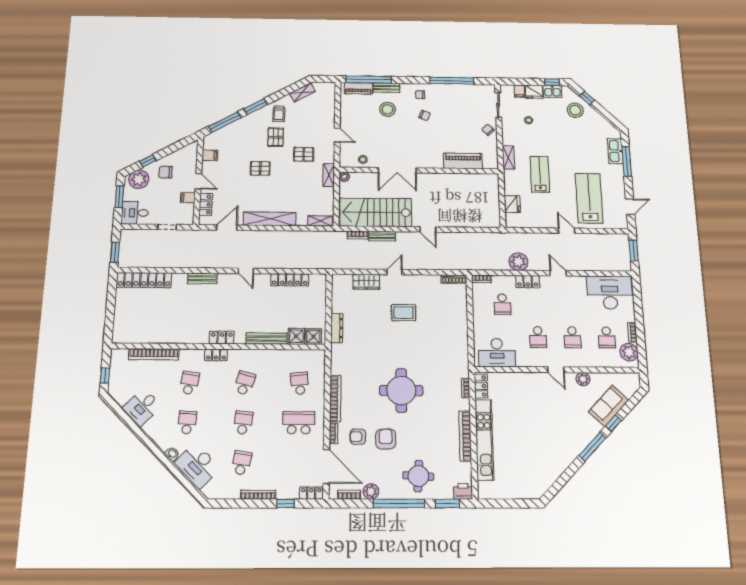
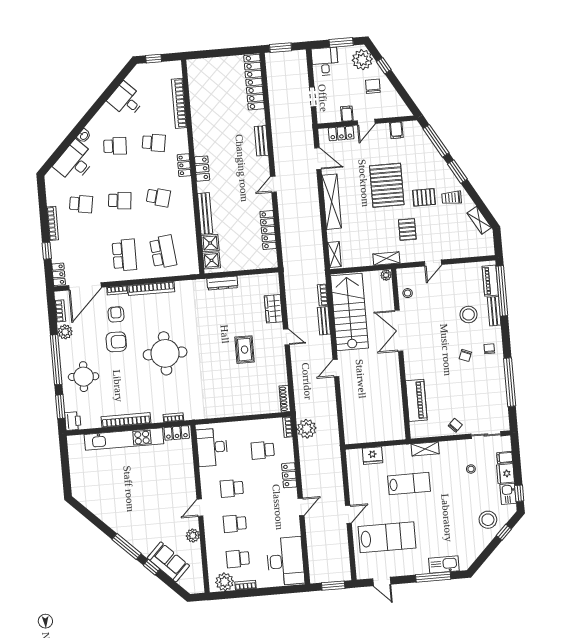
pallet: (260, 168) -> (387, 185), width x2.05, depth x2.00
plant: (518, 262) -> (307, 429), moved
school desk: (300, 383) -> (163, 252), width x1.85

